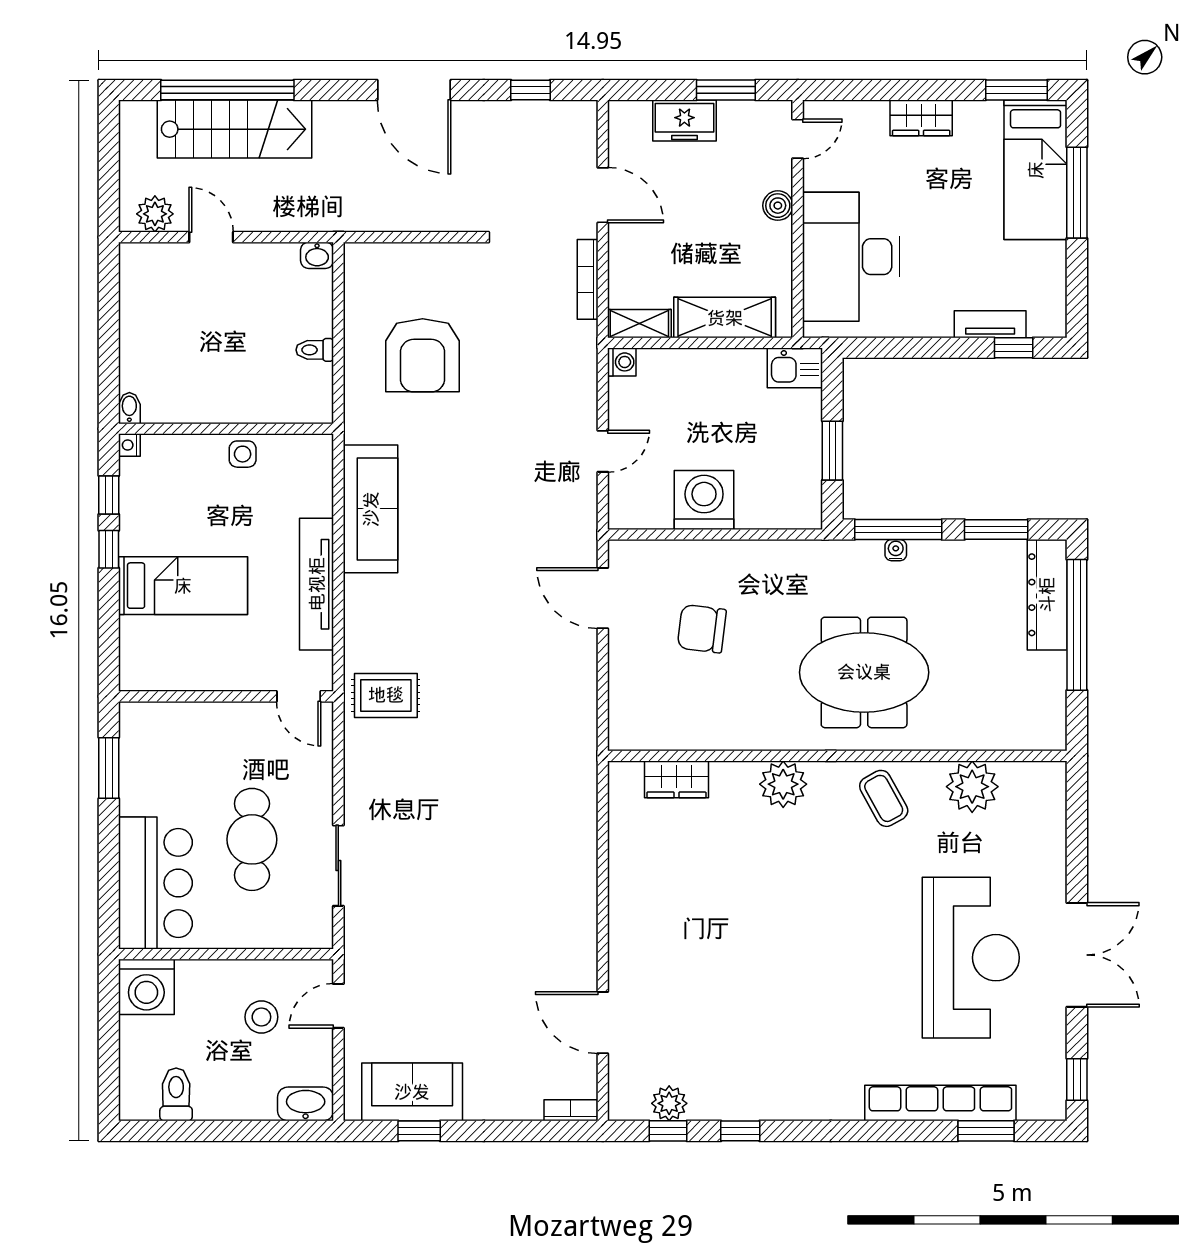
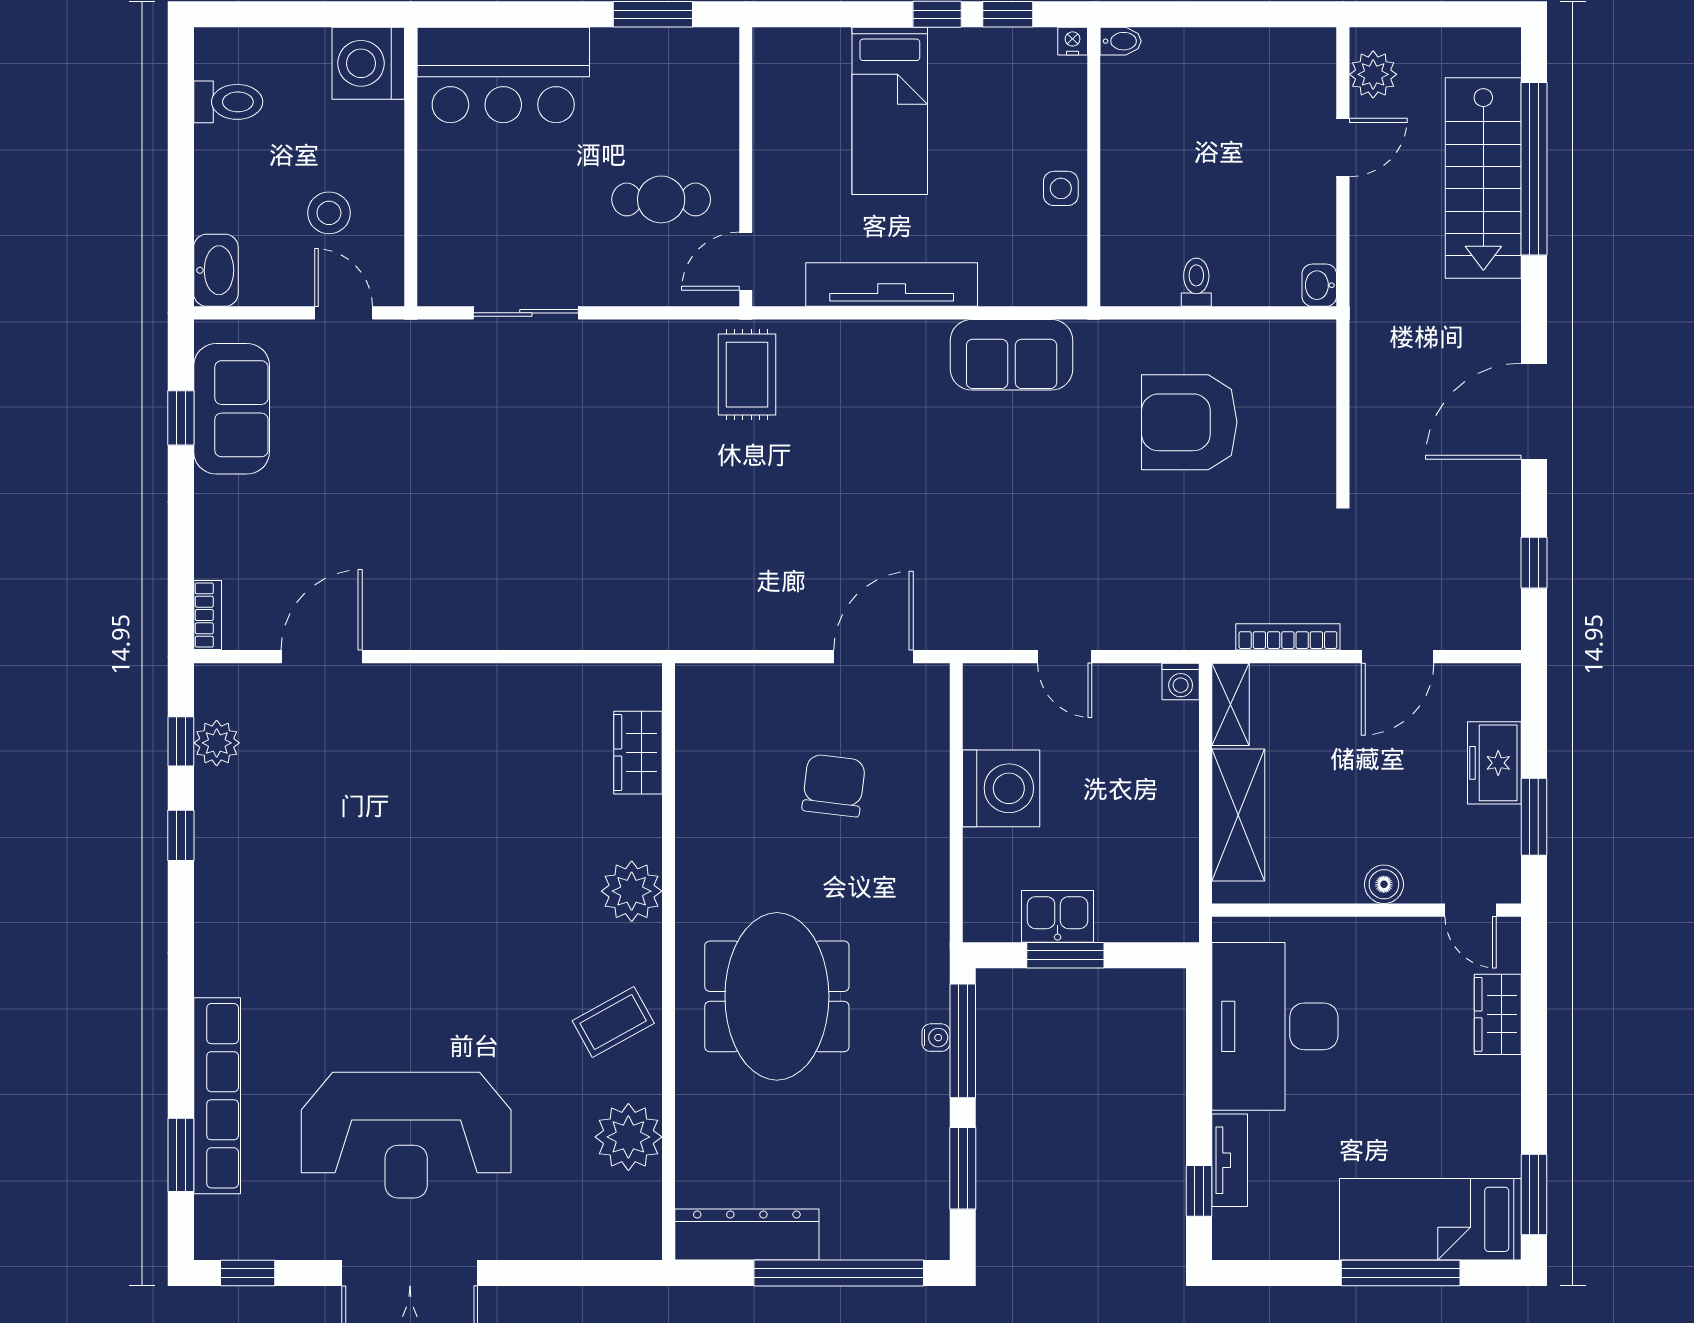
wardrobe: (921, 118) -> (1498, 1014), moved
desk: (851, 257) -> (1275, 1026), moved, turned -90
kitchen sink: (795, 368) -> (1058, 916), moved, turned 90
sofa: (371, 509) -> (1012, 355), width x0.73
dresser: (1047, 595) -> (747, 1235), moved
cafe table: (252, 839) -> (661, 199), moved, width x0.73, depth x0.74

